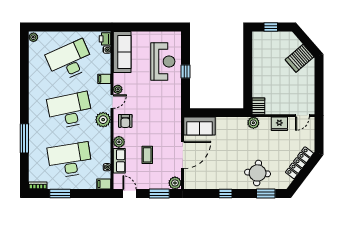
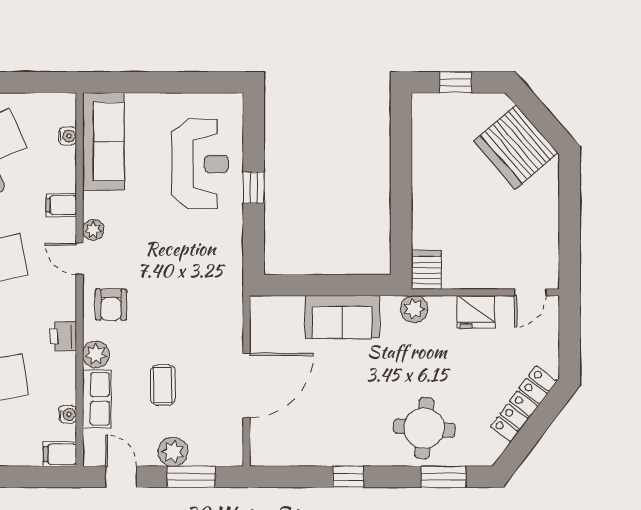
printer: (105, 39) -> (63, 336), moved
server rack: (300, 58) -> (516, 147), width x1.60
door: (112, 102) -> (80, 259), swing flipped
plant: (103, 120) -> (58, 302), removed
sofa: (200, 126) -> (342, 317), moved
plant: (175, 183) -> (173, 452), moved

